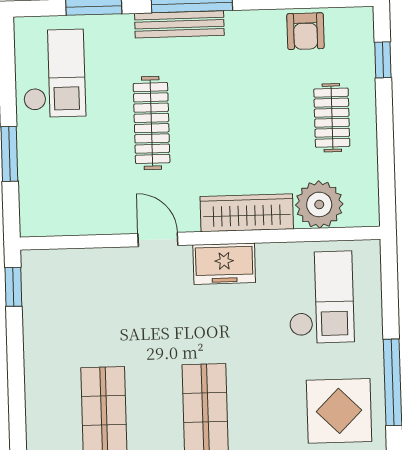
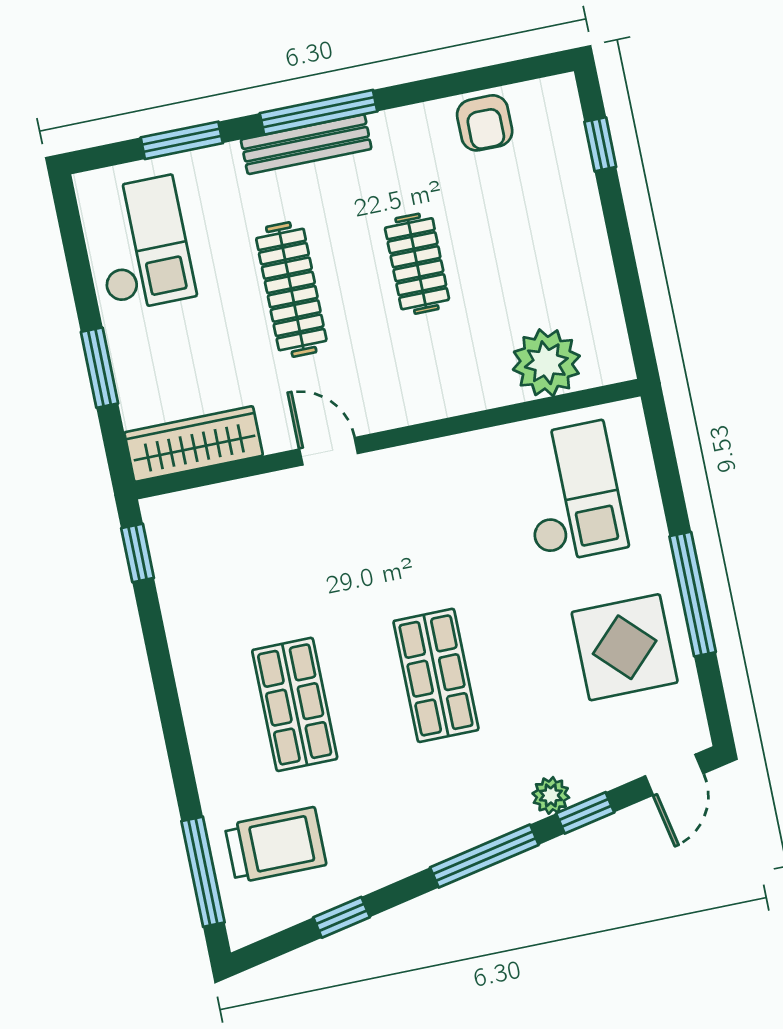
clothes rail: (332, 118) -> (417, 264), moved
wardrobe: (247, 213) -> (194, 444), moved
freezer: (224, 264) -> (428, 469), removed

